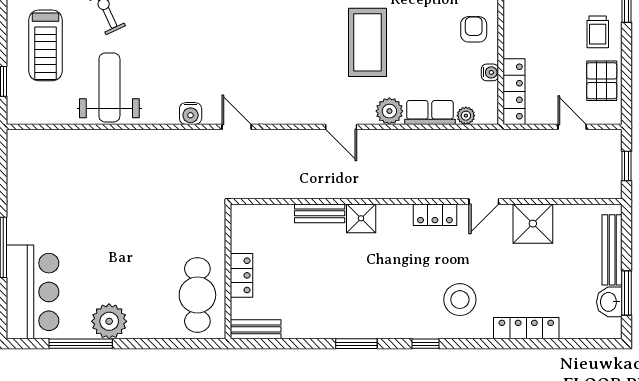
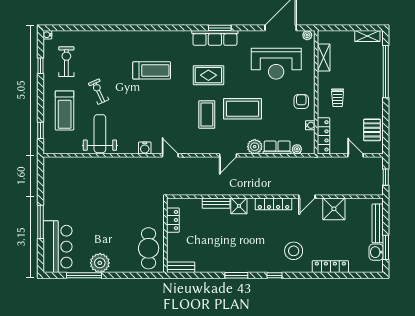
trolley: (598, 32) -> (338, 98), moved
coffee table: (367, 42) -> (243, 109), turned 90
coffee table: (303, 53) -> (207, 115), added
door: (341, 127) -> (228, 155), hinge flipped
locker: (435, 215) -> (274, 204), width x1.53
locker: (241, 275) -> (173, 220), moved

